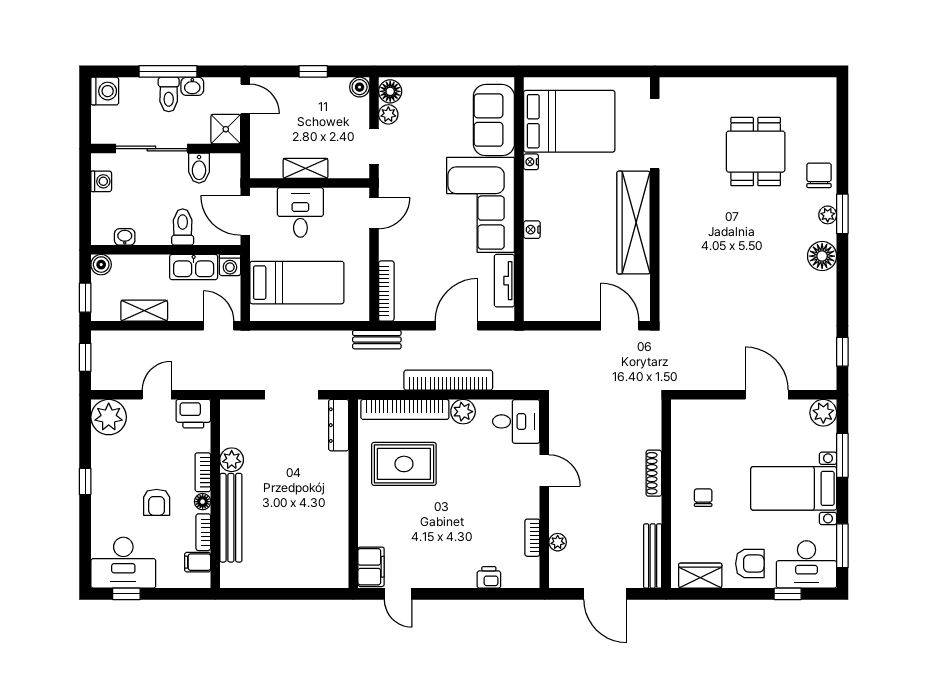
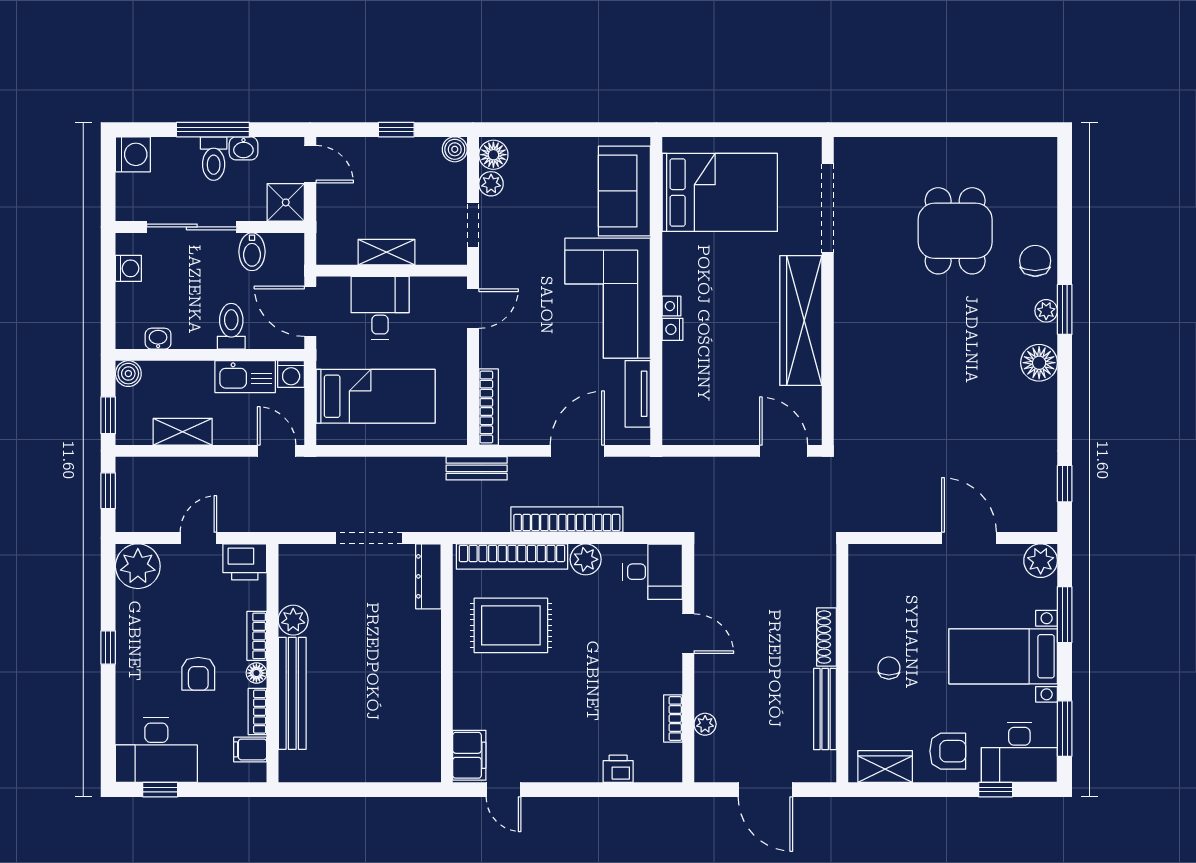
nightstand: (531, 162) -> (671, 306), moved
bench: (653, 556) -> (825, 709), moved

